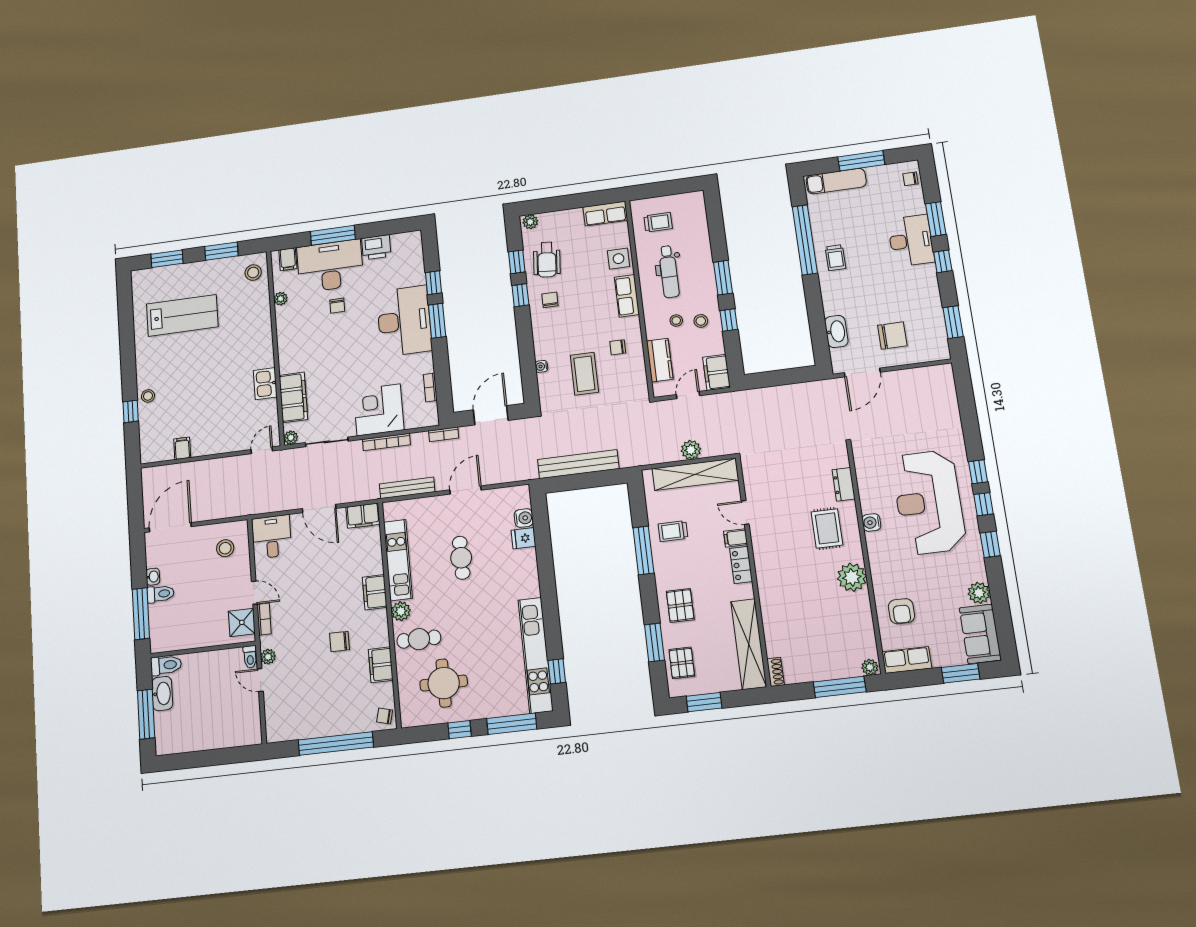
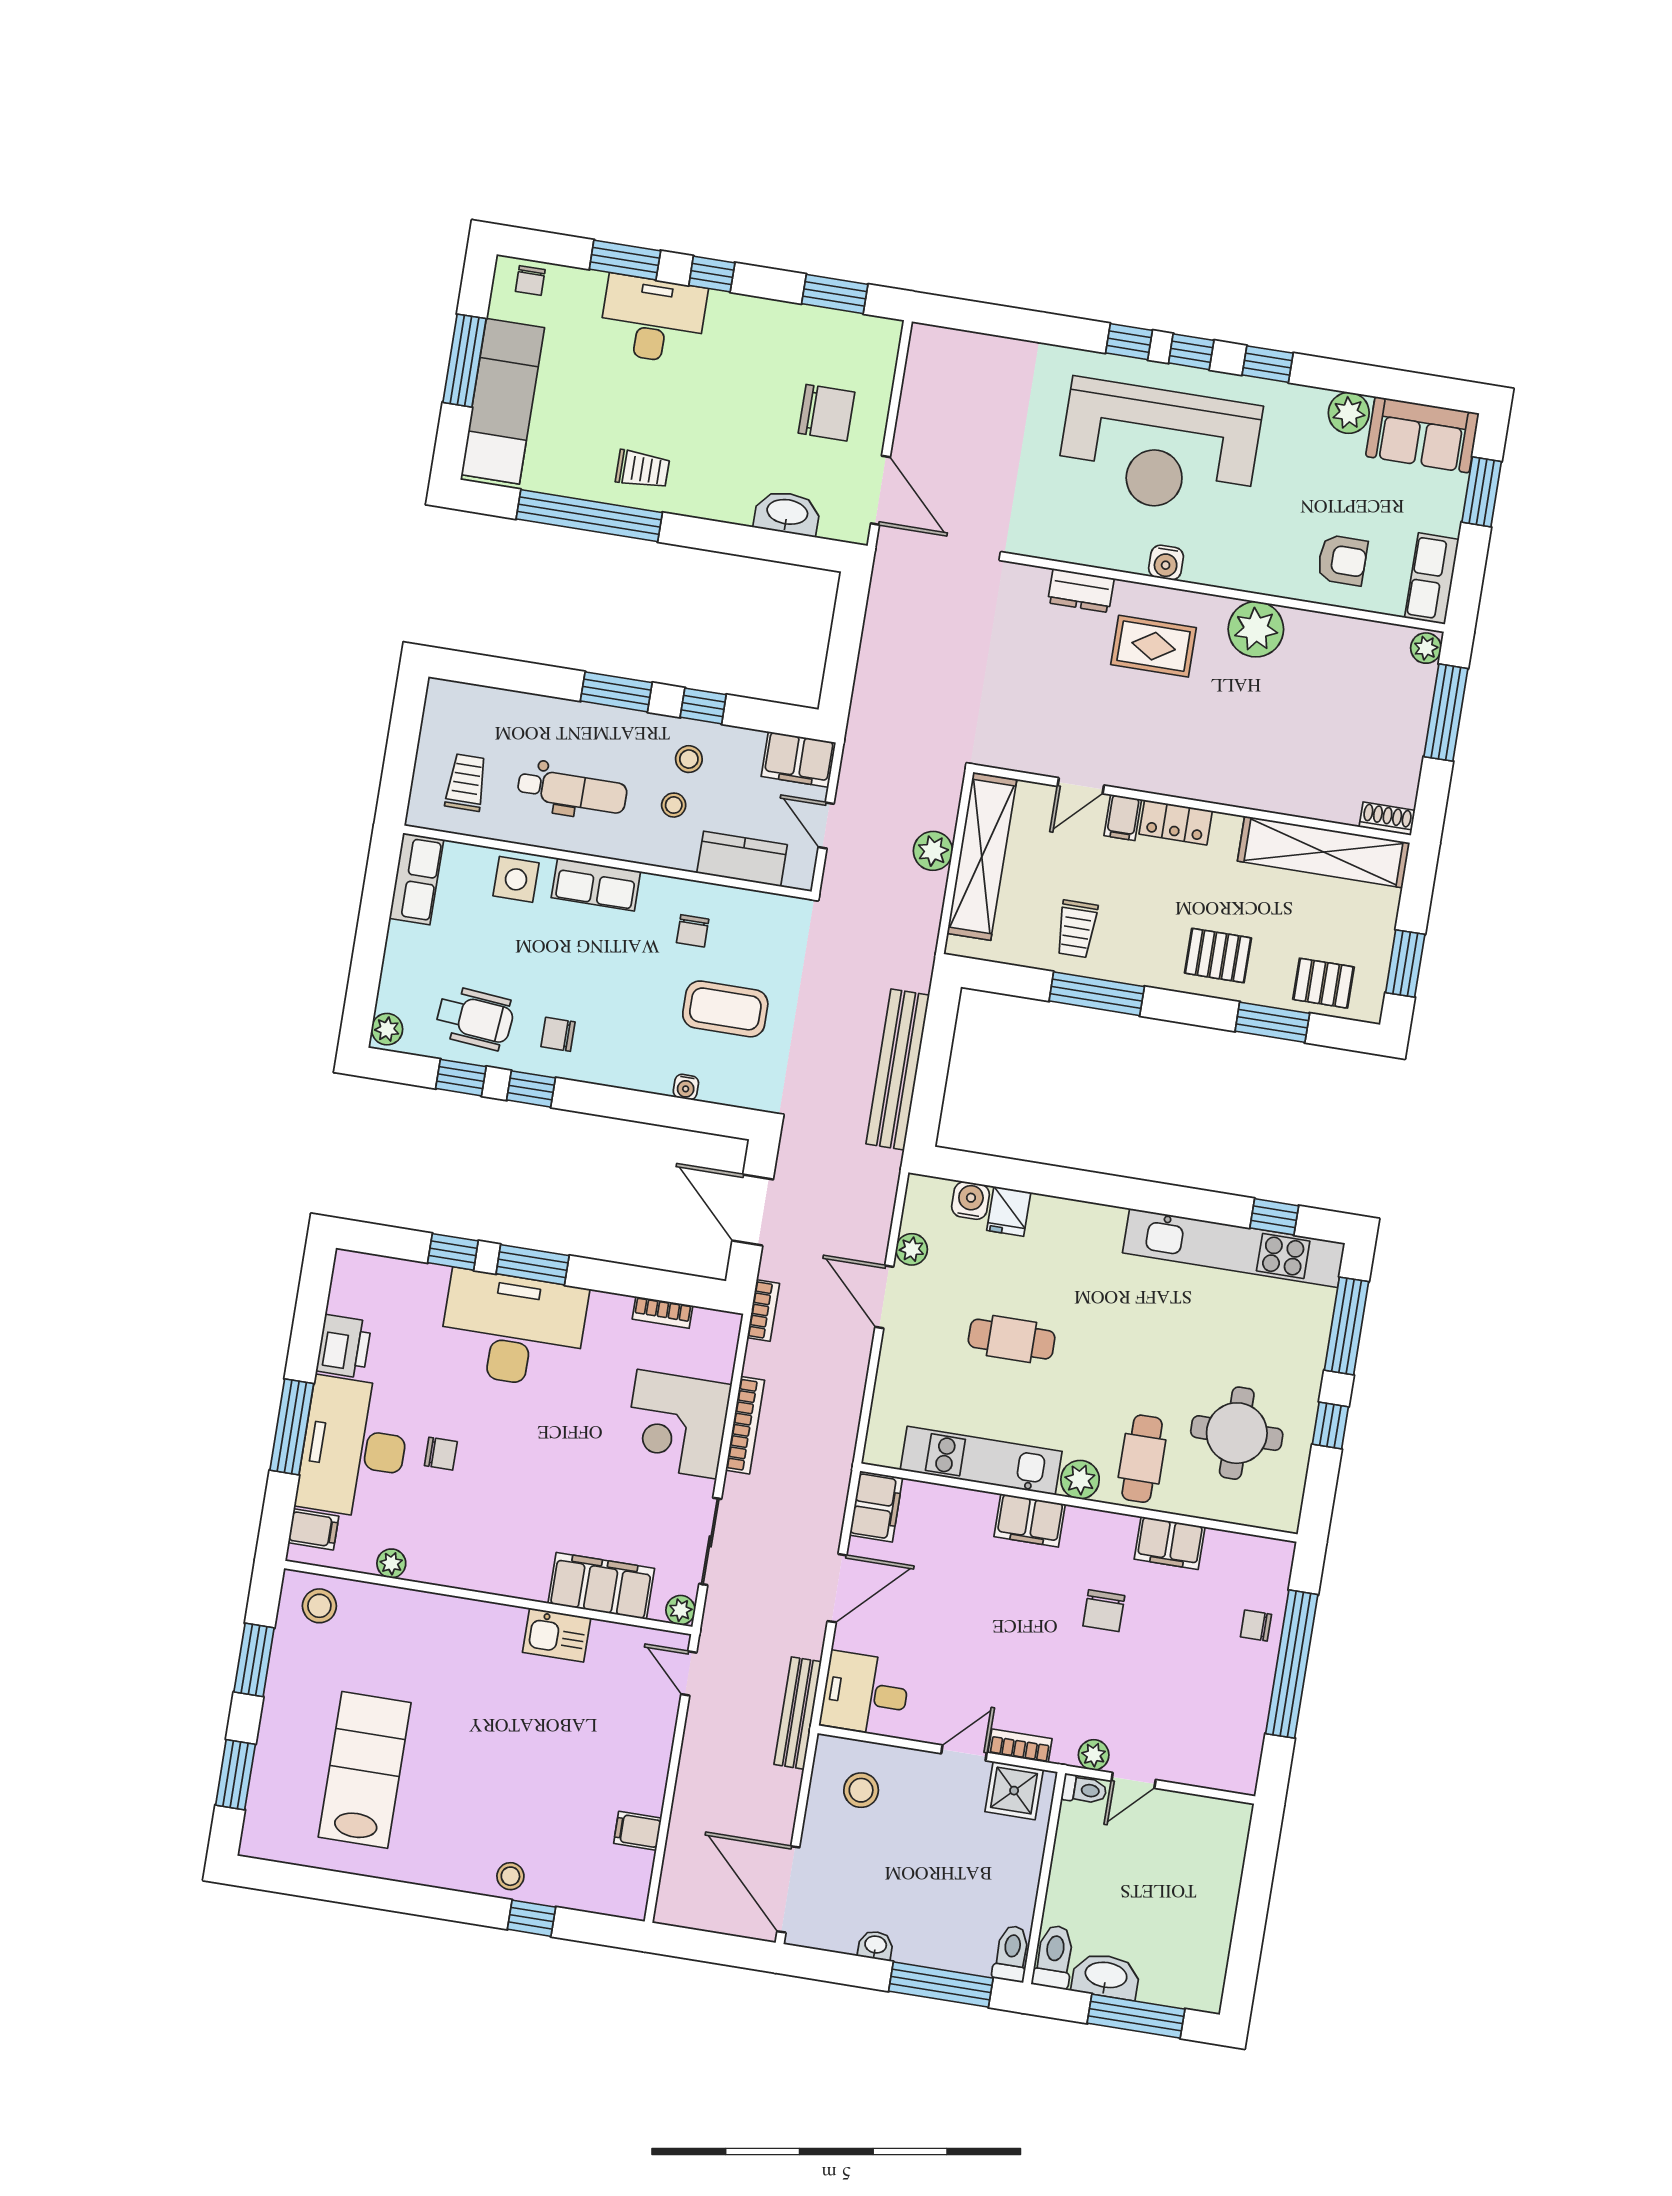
exam couch: (836, 181) -> (503, 401), width x1.36, depth x1.45
chair: (892, 336) -> (827, 413), turned 90
bench: (407, 488) -> (798, 1713), moved
plant: (492, 496) -> (912, 1249), added
toilet: (160, 594) -> (1011, 1953), moved
chair: (385, 716) -> (1256, 1626), moved, turned 76

